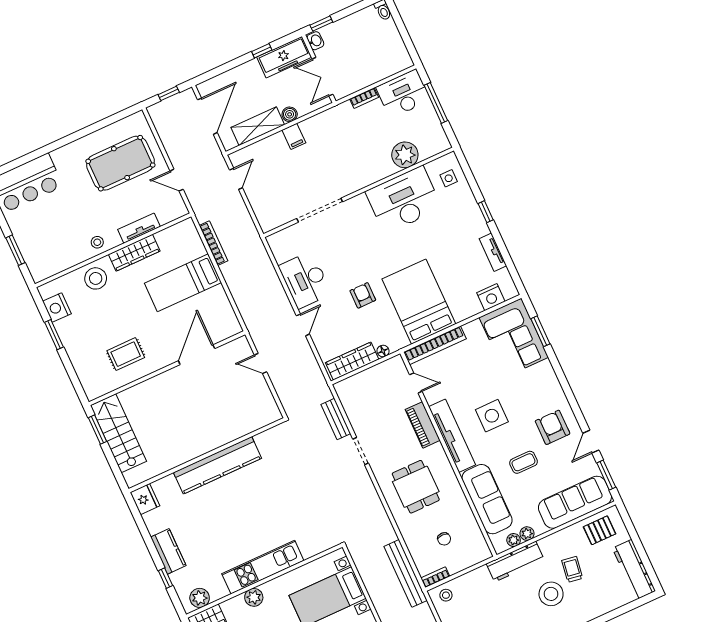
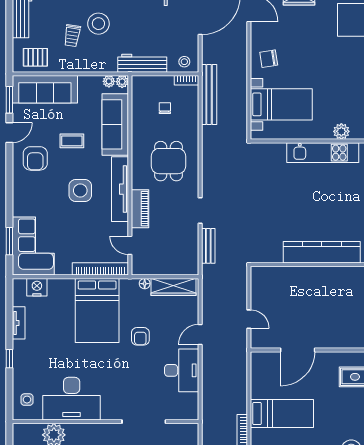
plant: (527, 534) -> (122, 82), moved
workbench: (515, 562) -> (142, 63), moved

